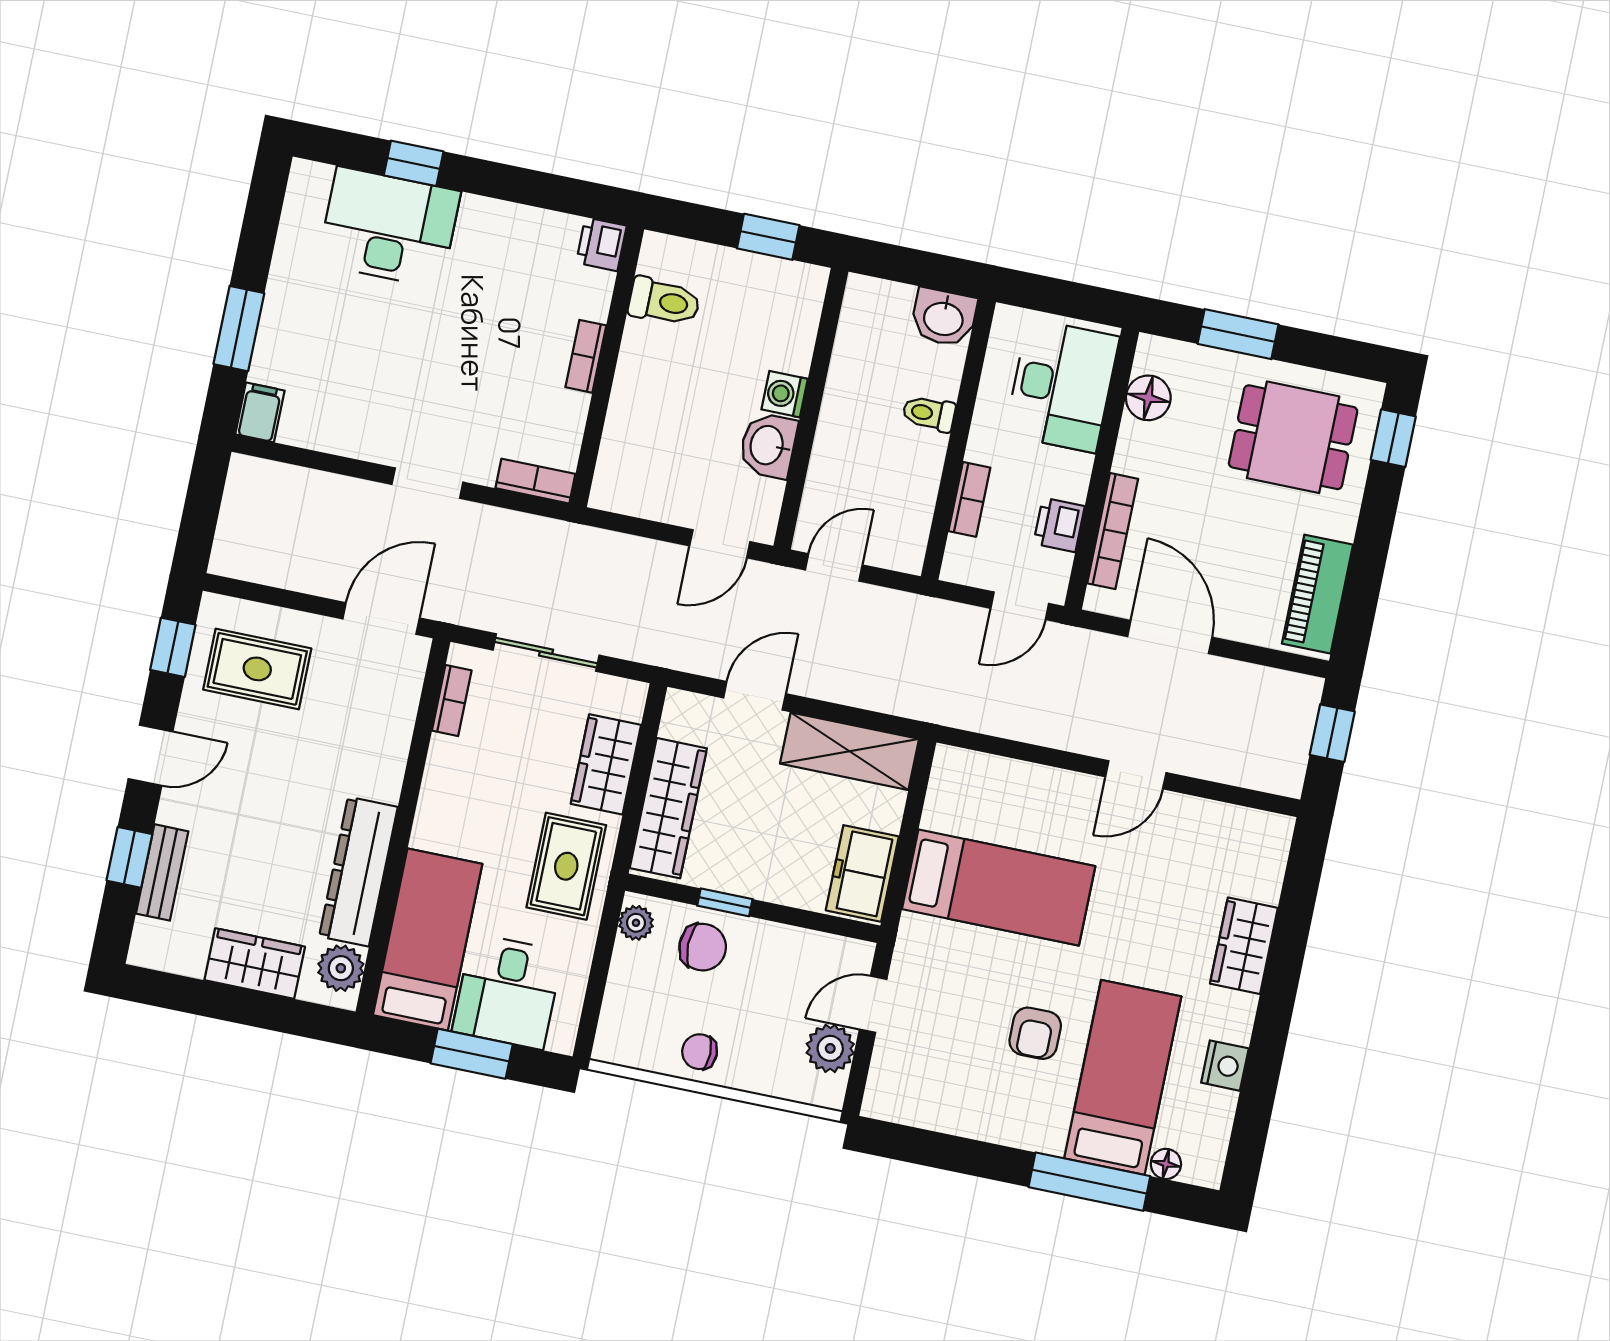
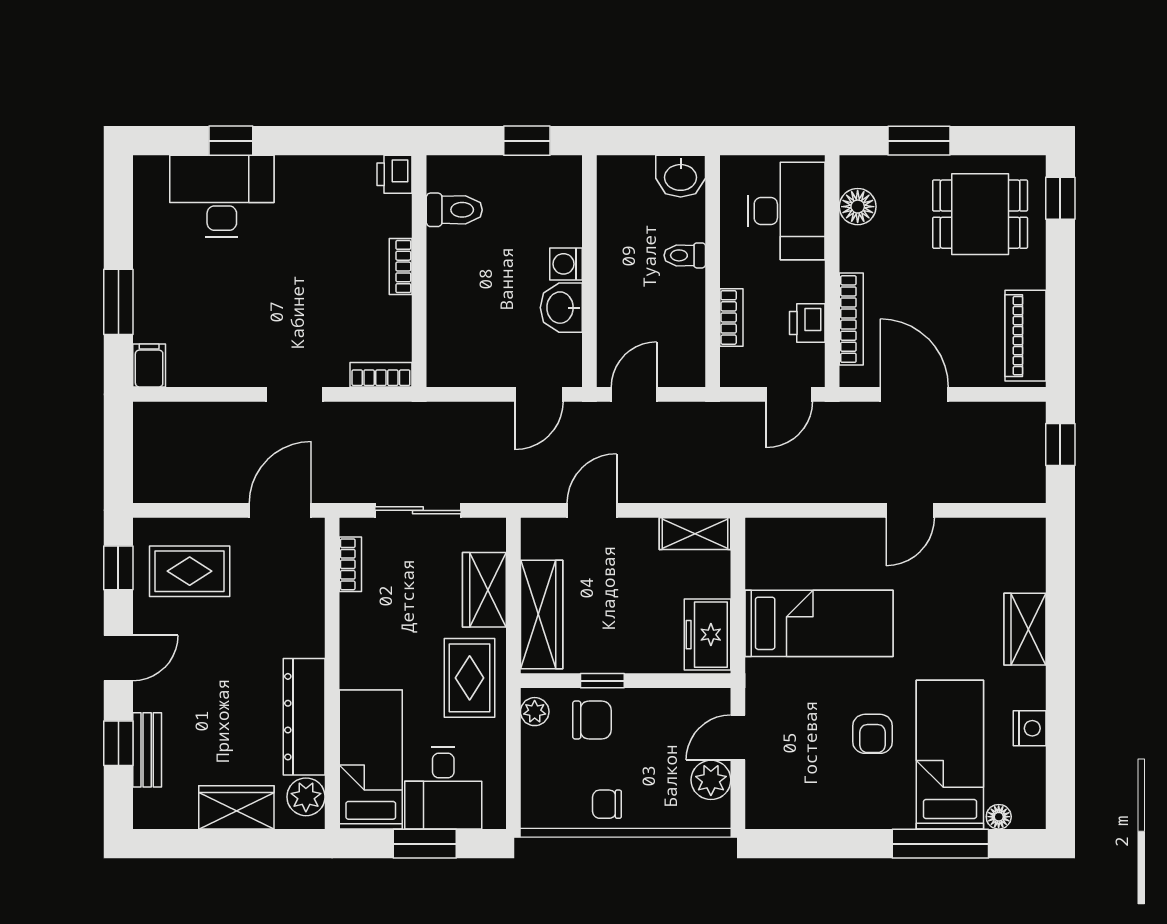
shelving: (849, 751) -> (695, 534), width x0.67, depth x0.75

